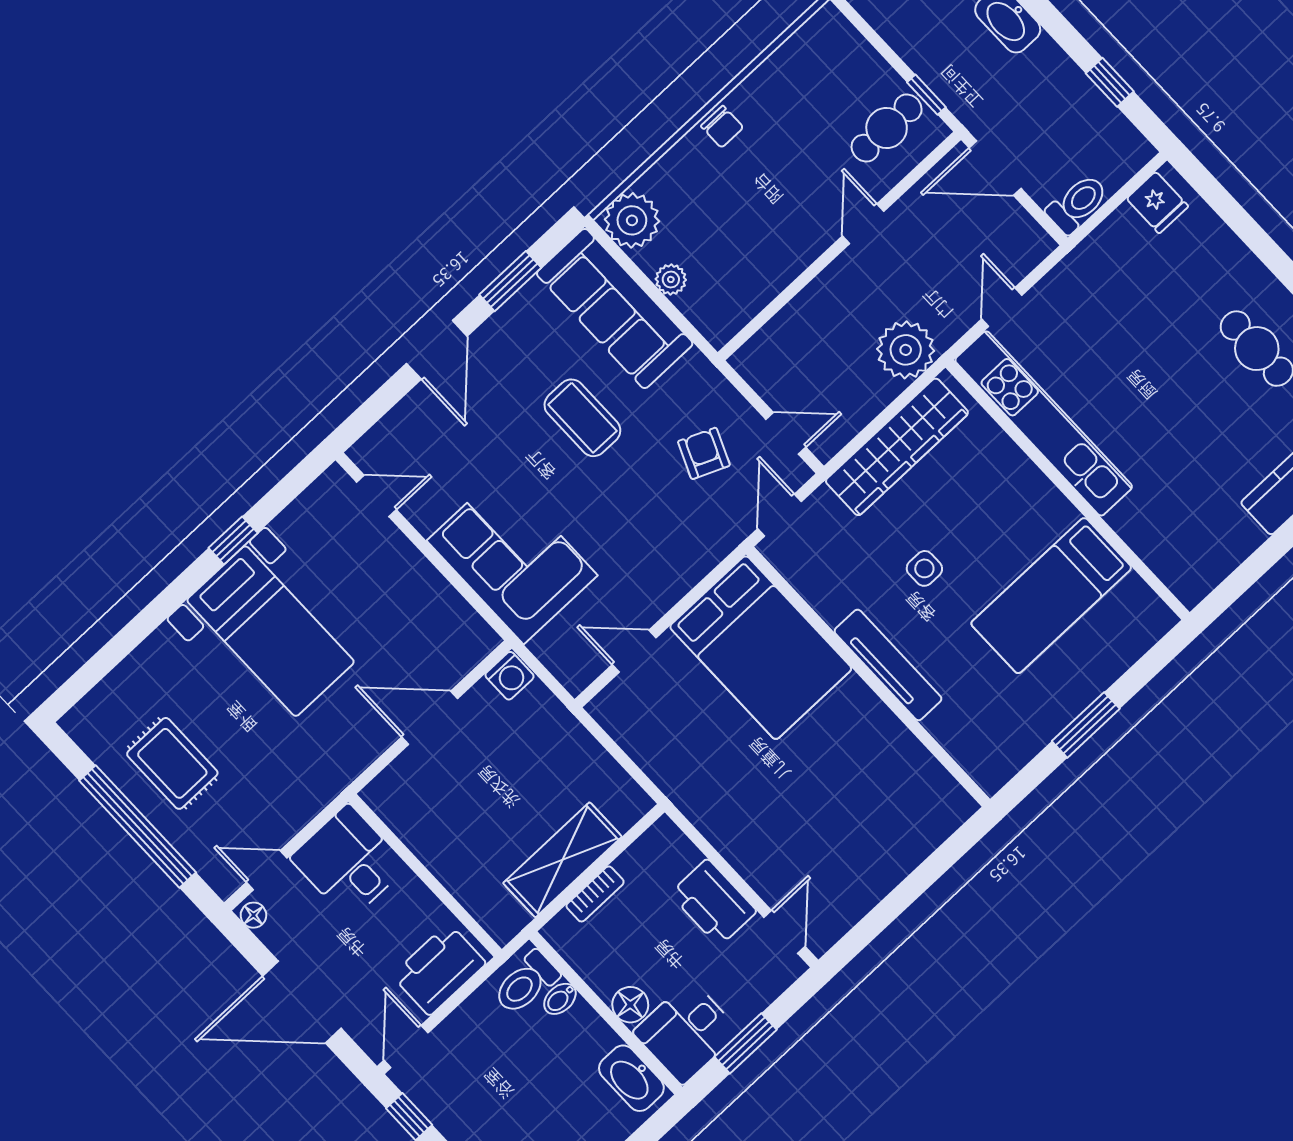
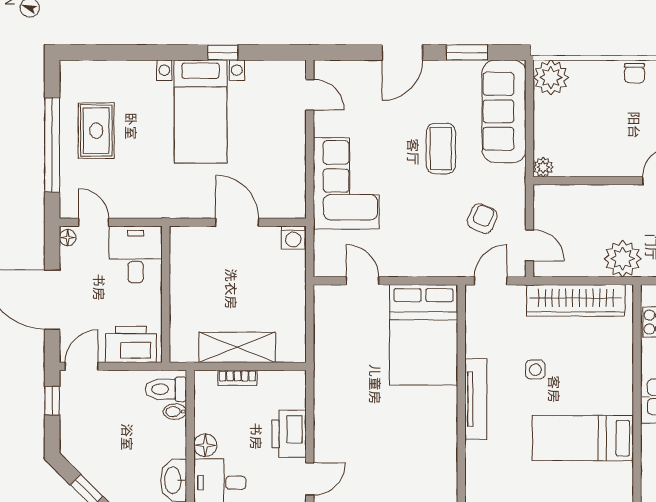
plant: (671, 279) -> (543, 167), moved

